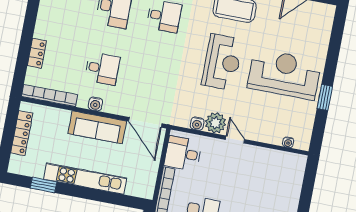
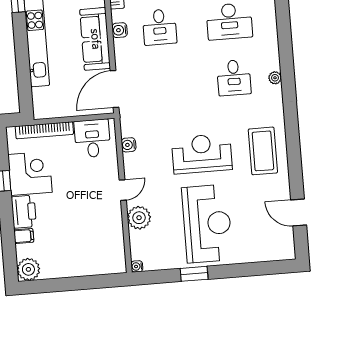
reception desk: (222, 62) -> (202, 154), turned 180
plant: (216, 123) -> (139, 218), moved
water cooler: (288, 142) -> (137, 266), moved

